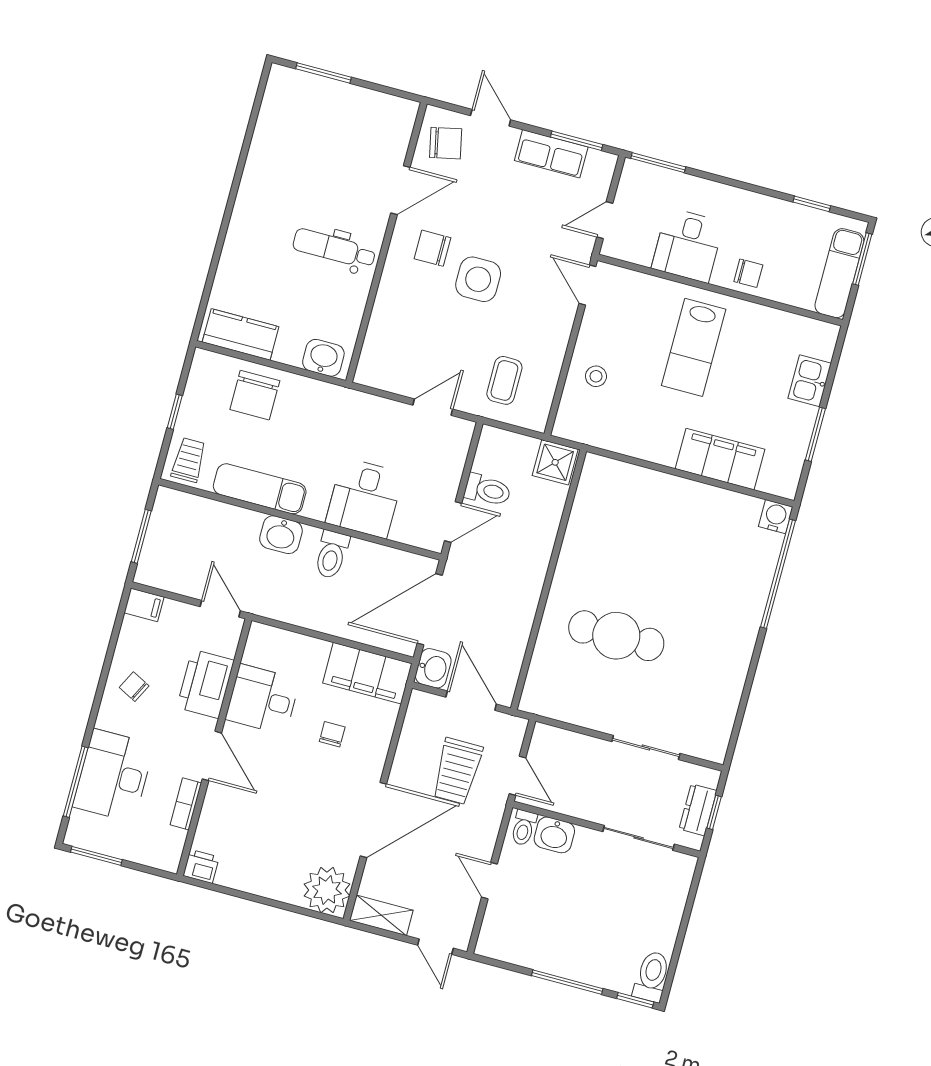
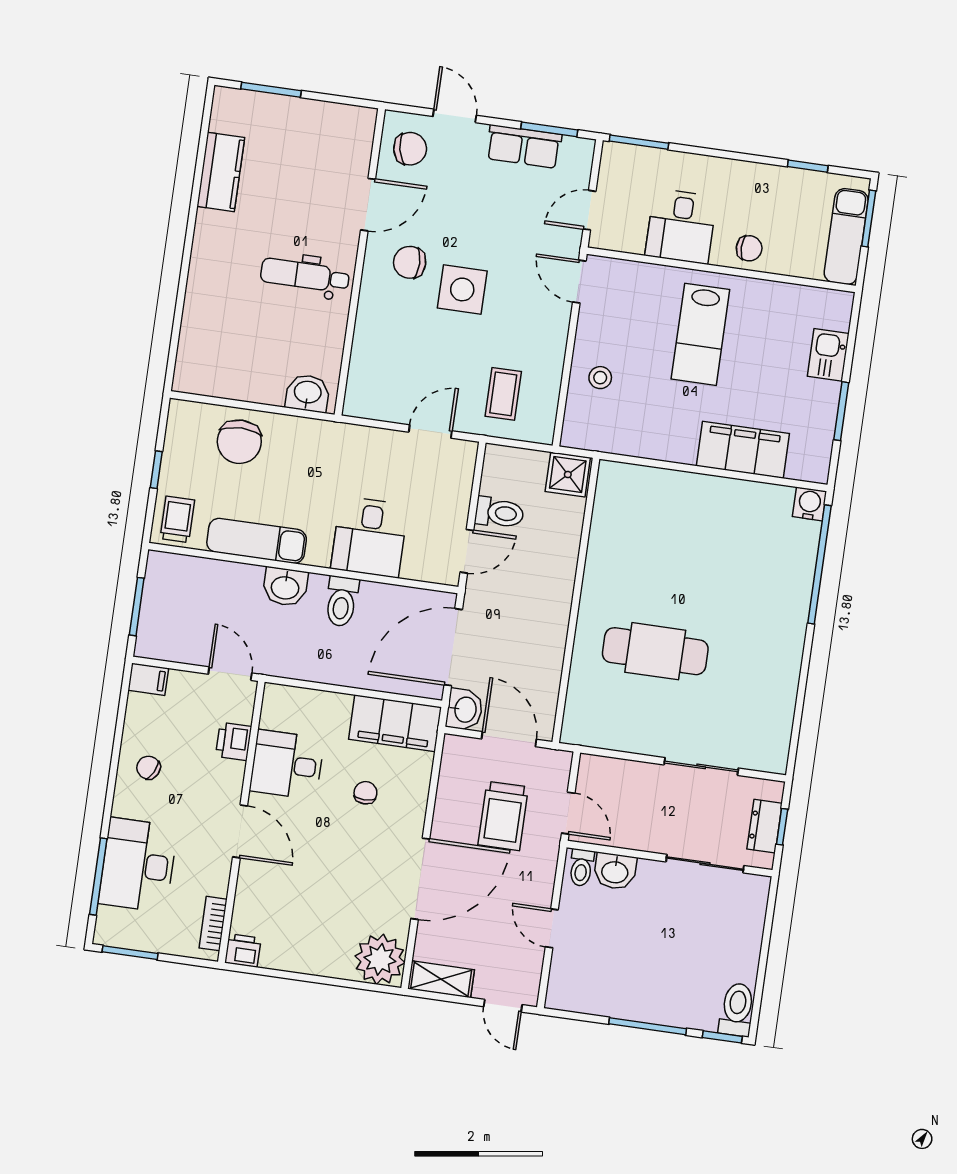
kitchen counter: (241, 334) -> (221, 172), moved, turned 90
printer: (205, 684) -> (234, 741), width x0.53, depth x0.68
bookcase: (186, 804) -> (213, 924), moved

